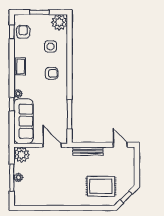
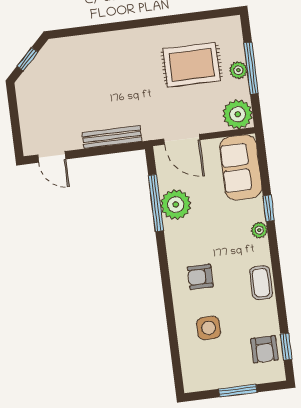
plant: (59, 22) -> (176, 205), moved
sofa: (23, 121) -> (241, 167), width x0.73
rug: (101, 186) -> (192, 65), moved

